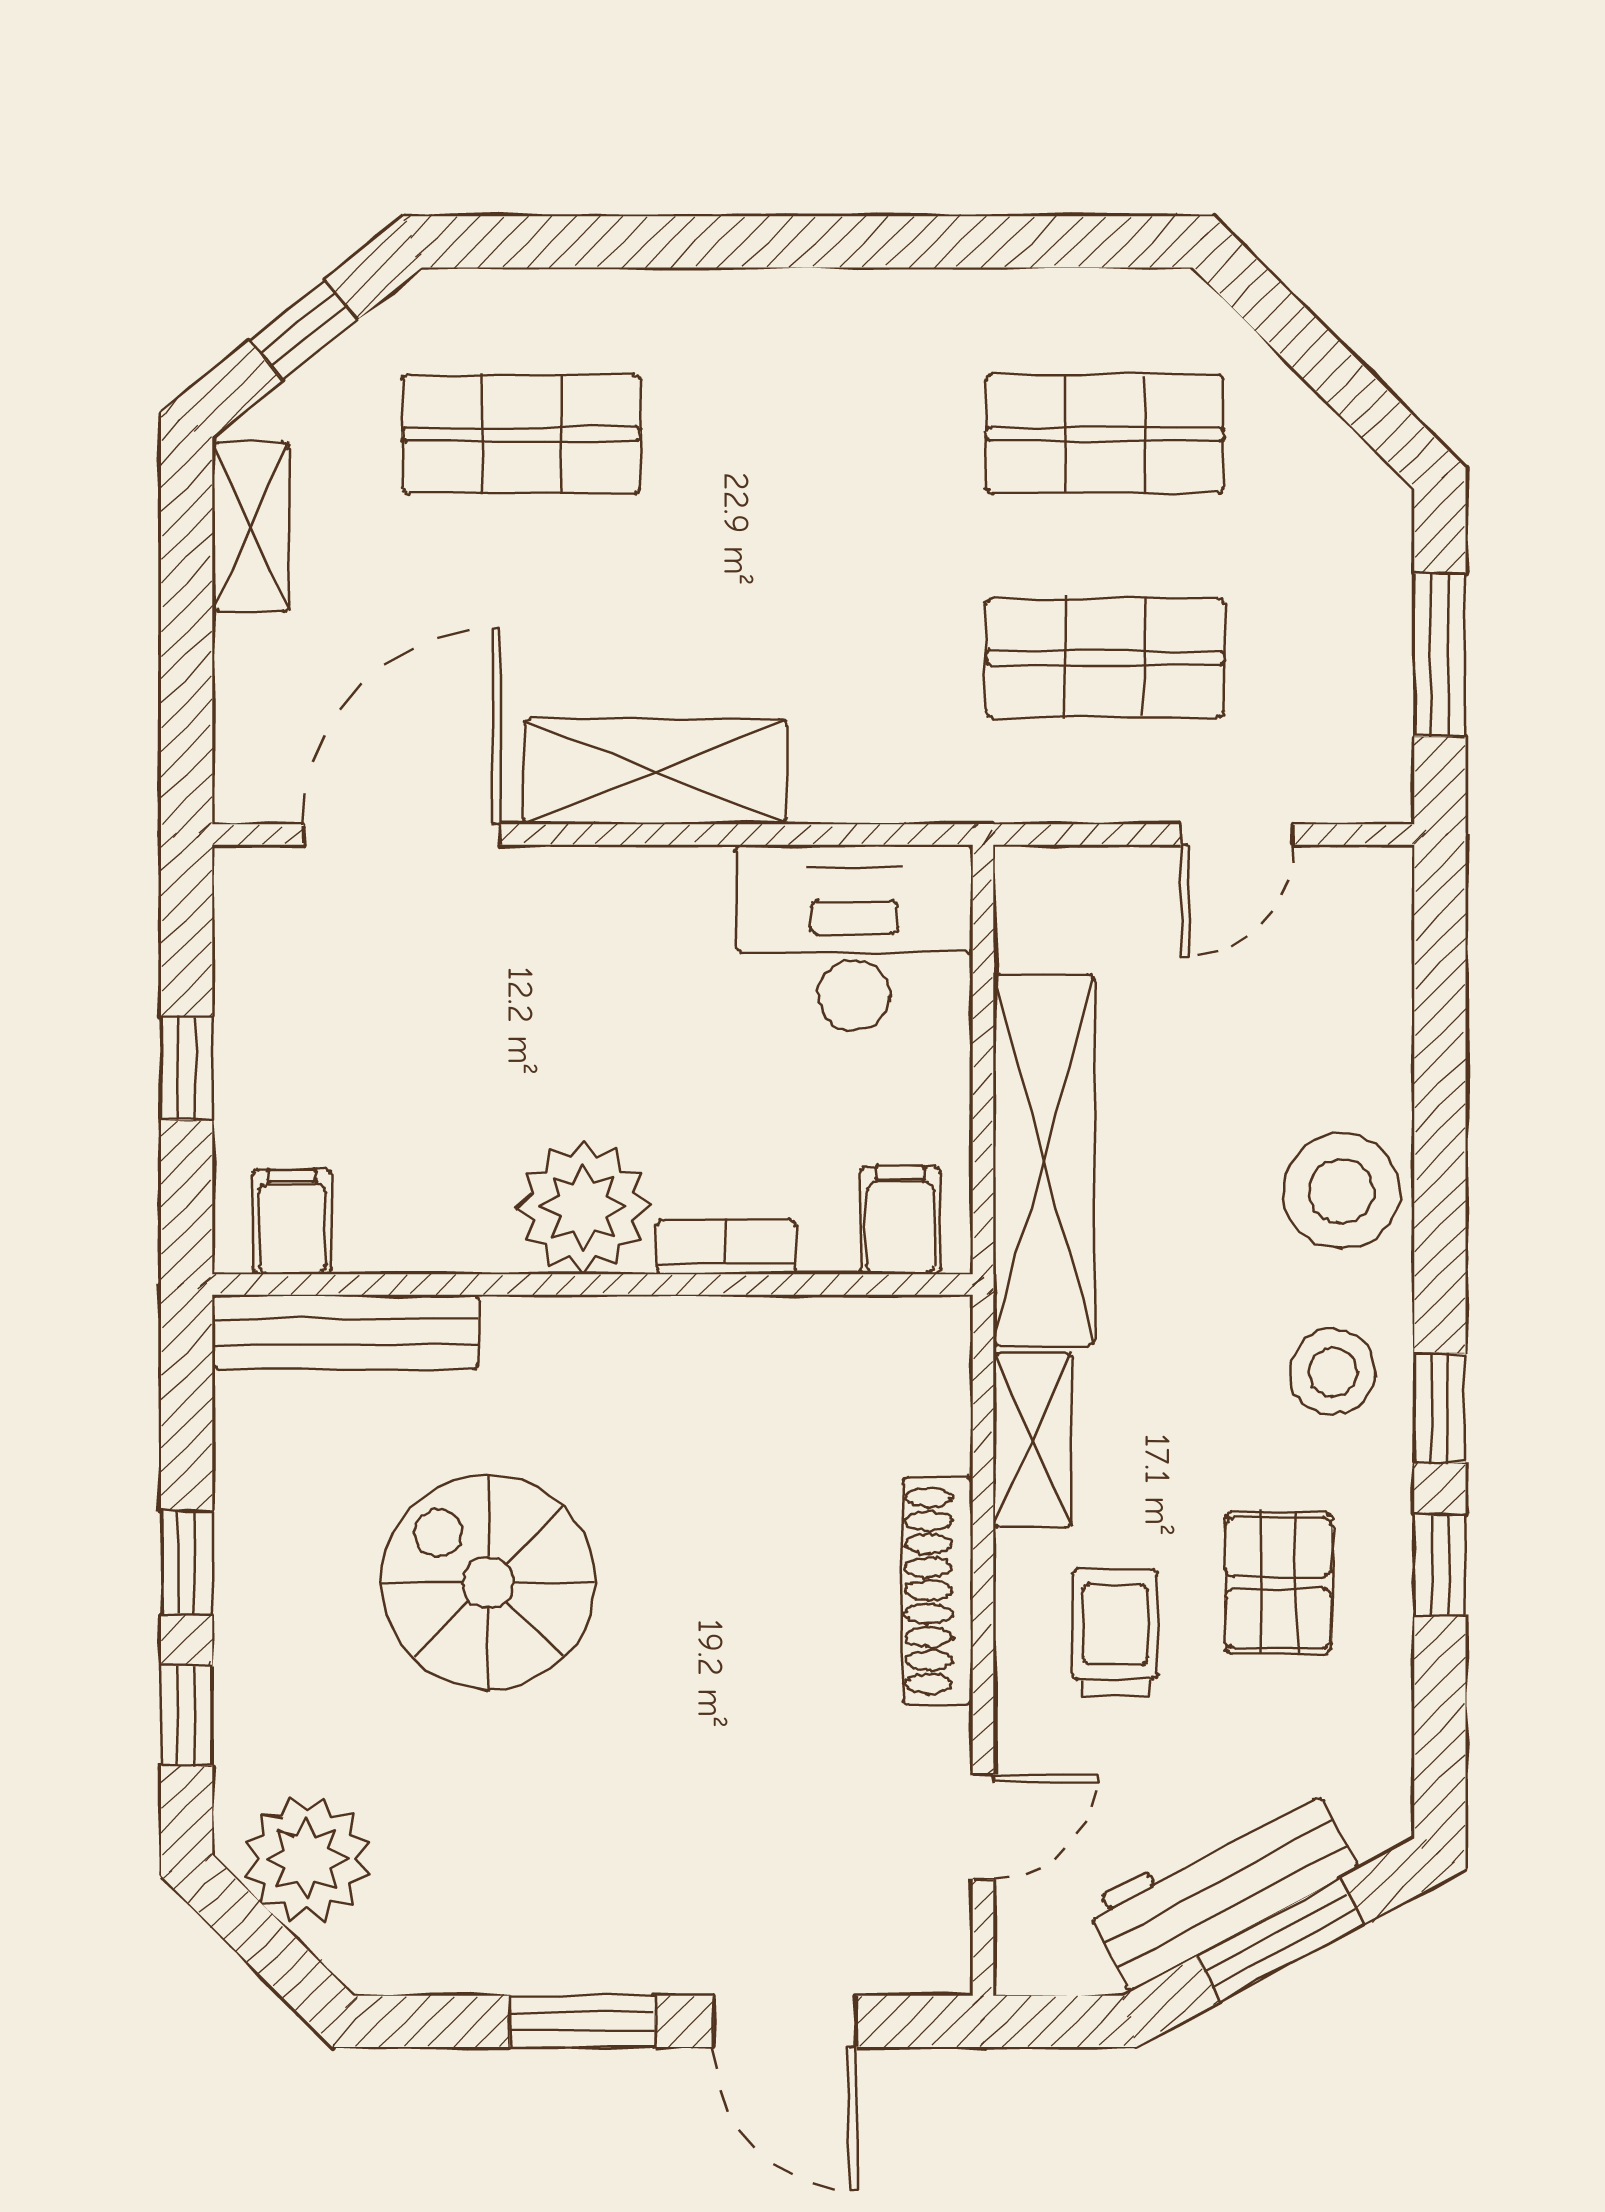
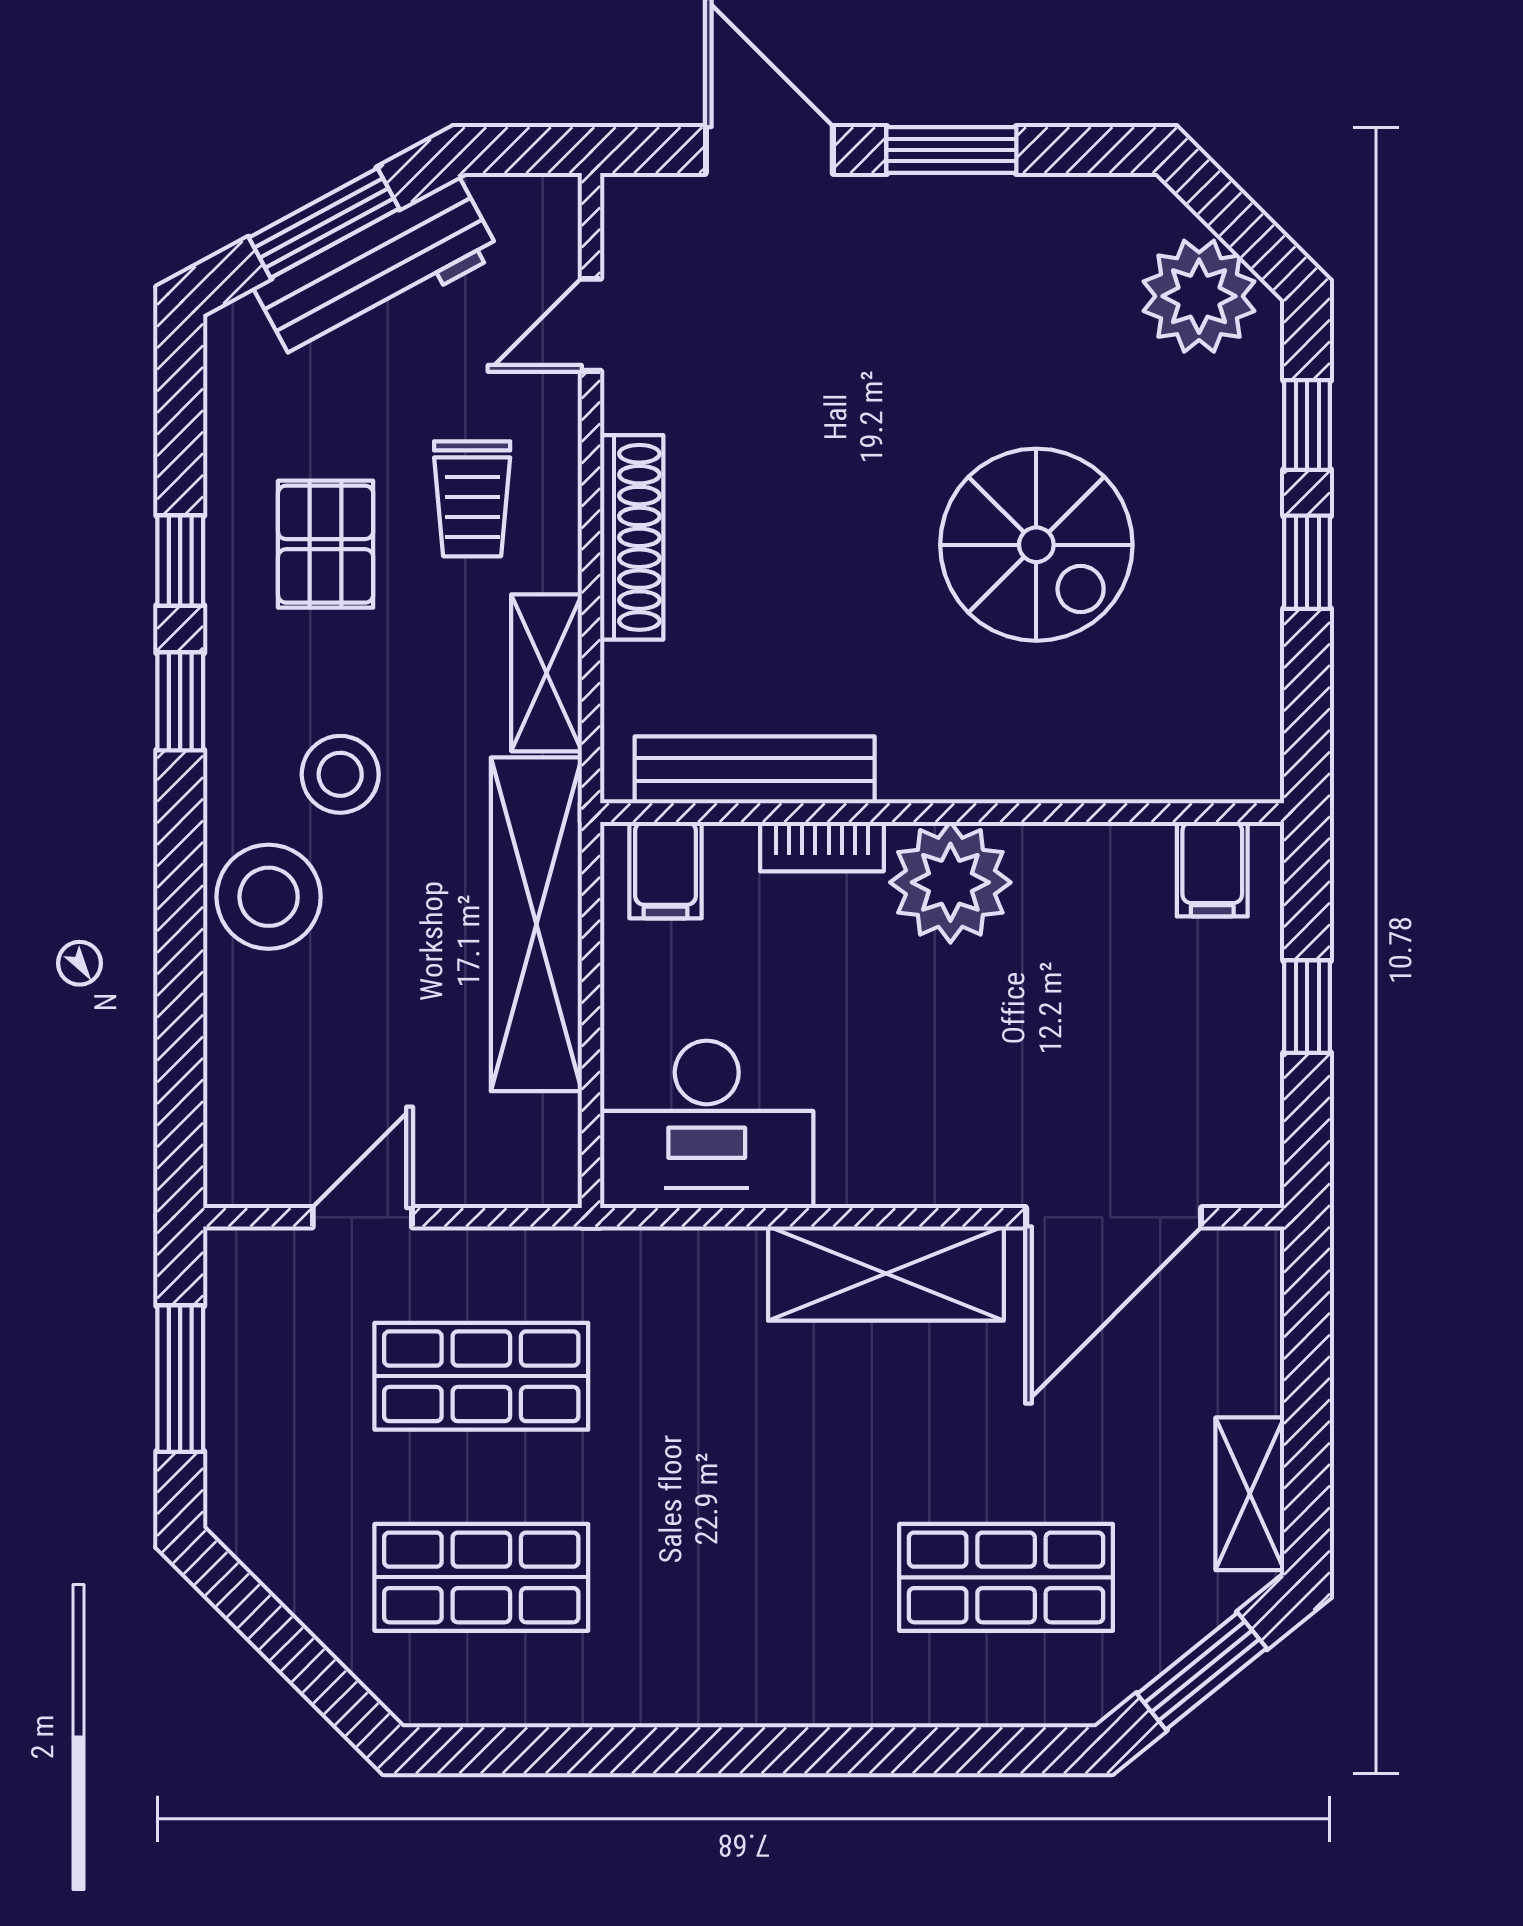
window: (304, 330) -> (1202, 1671), width x1.50
bench: (346, 1332) -> (755, 770), moved
stool: (1333, 1372) -> (340, 774), moved

